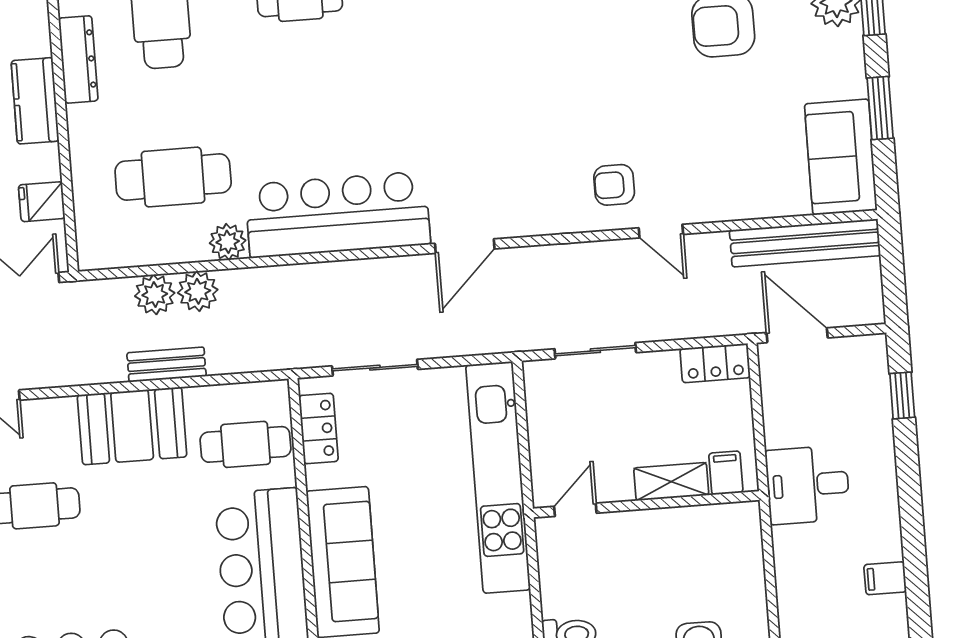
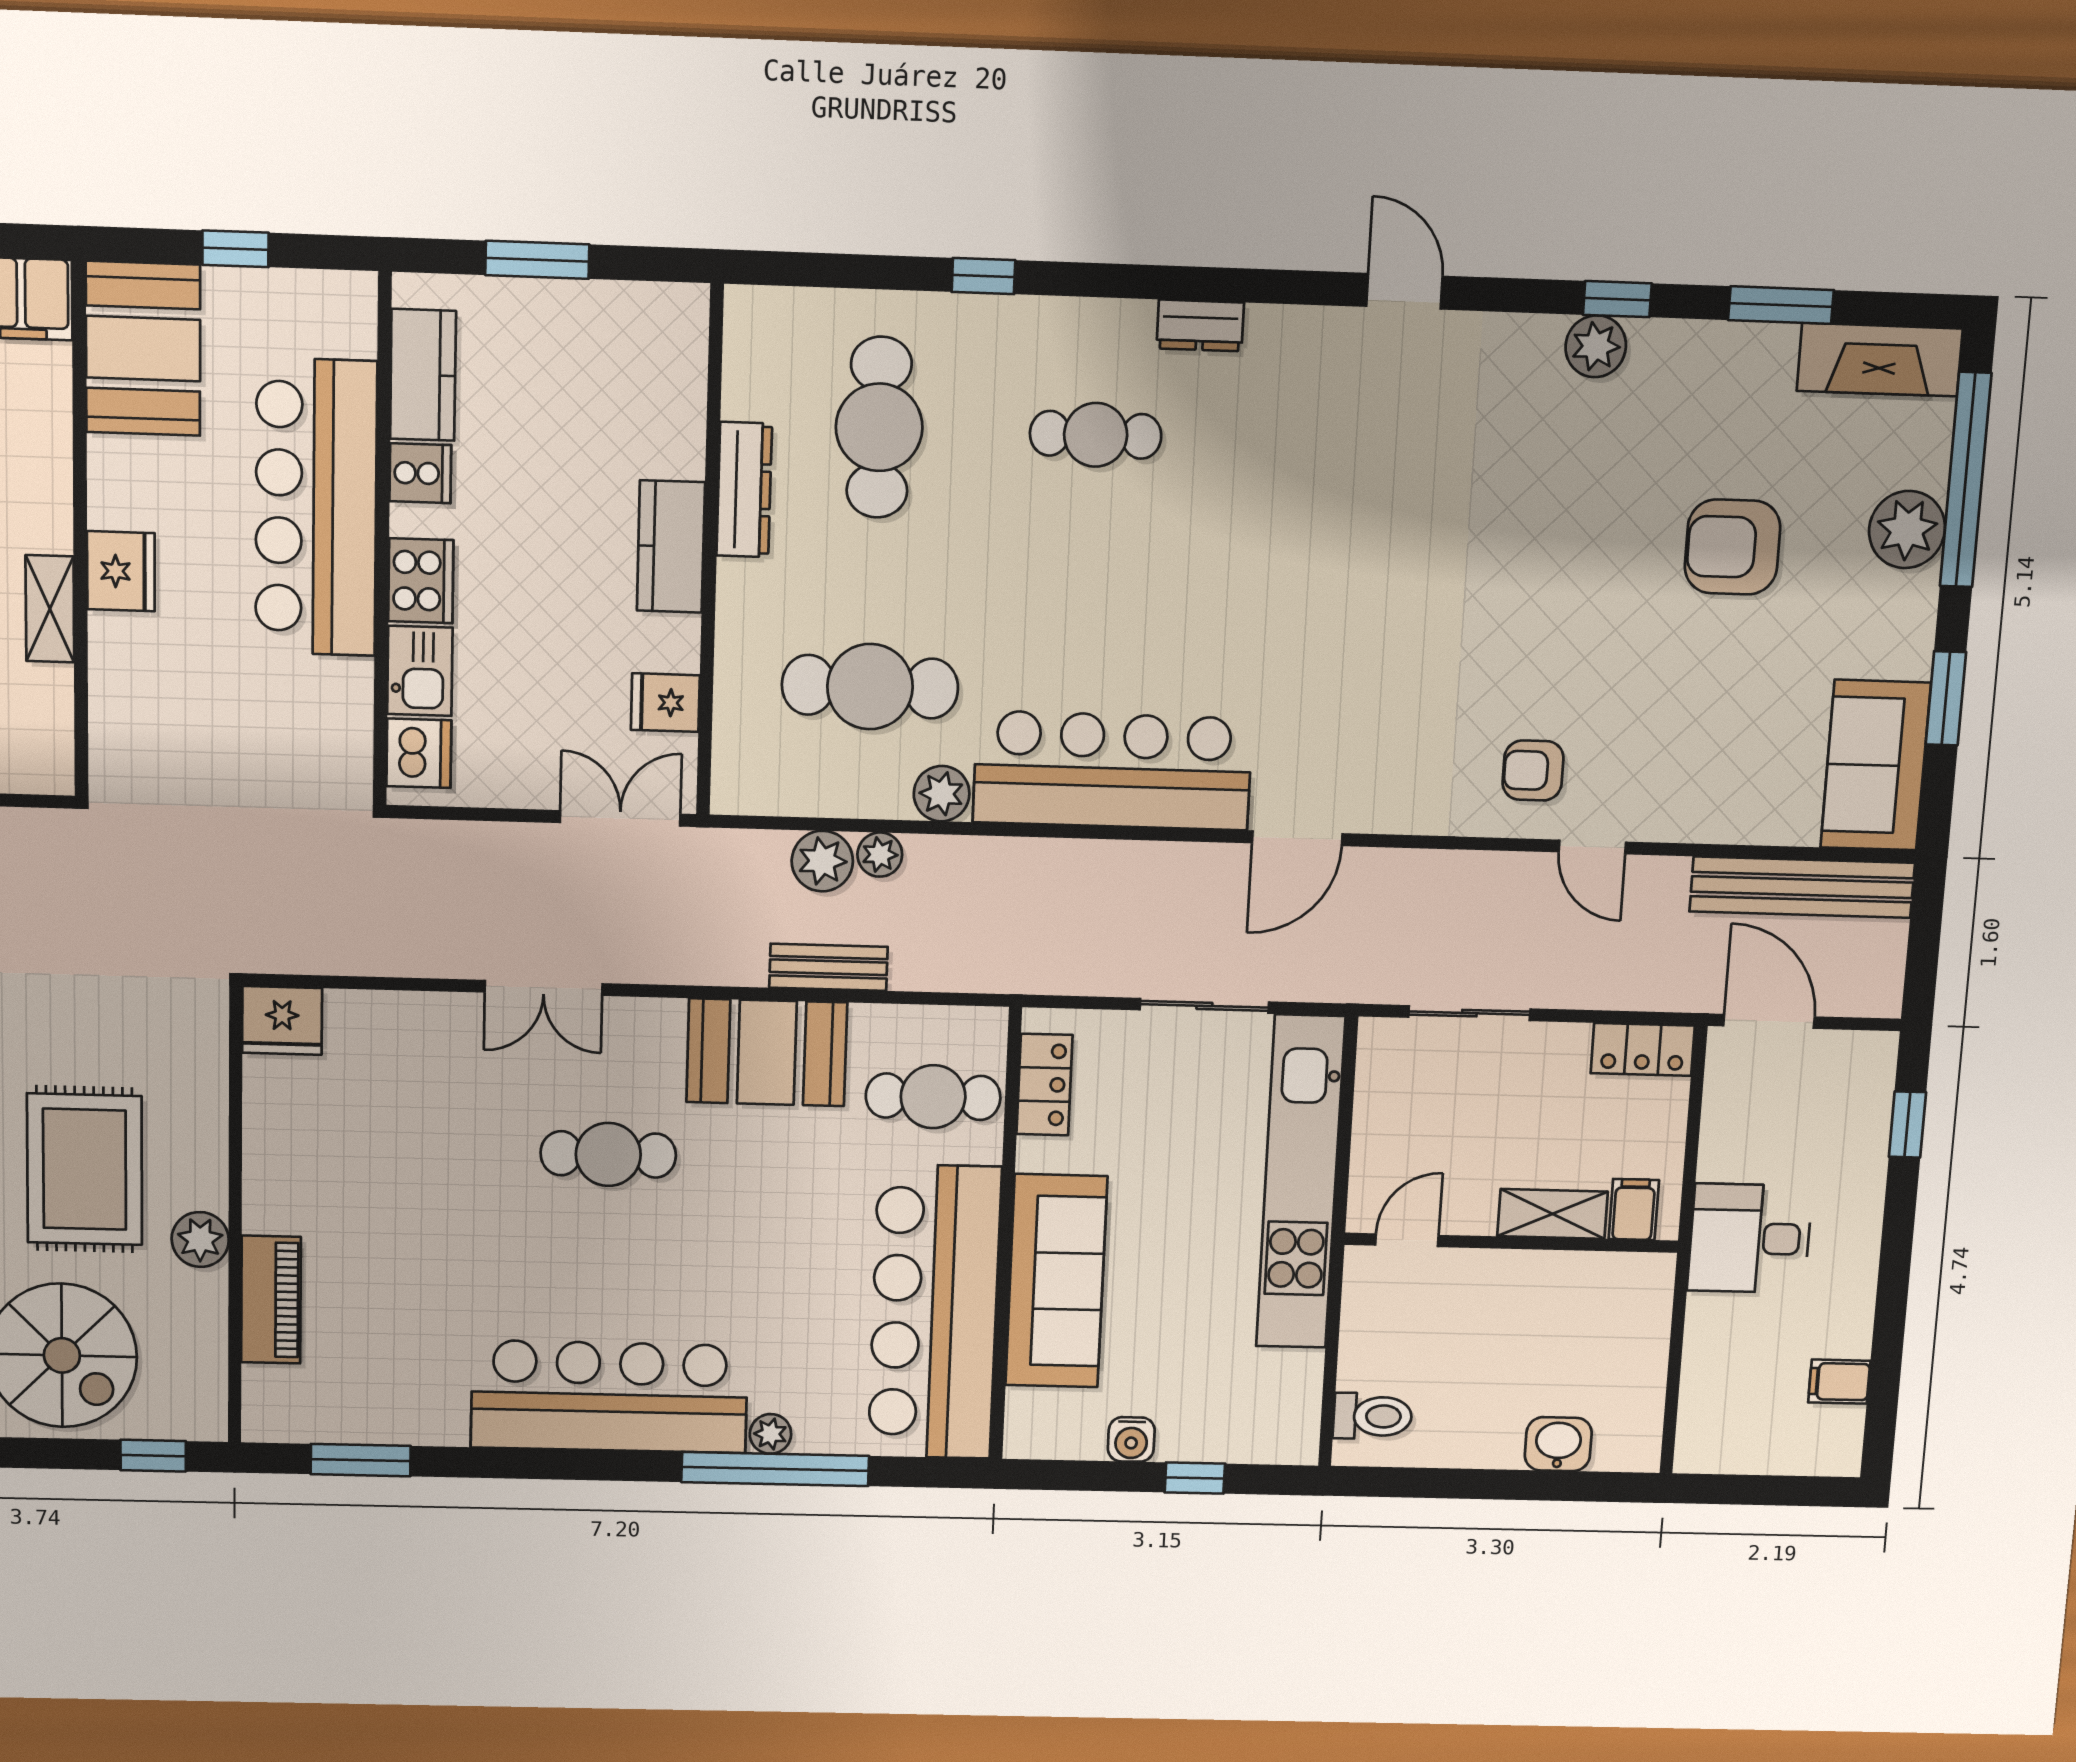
plant: (198, 291) -> (880, 855), width x0.73, depth x0.73
sliding door: (375, 368) -> (1204, 1006), moved

